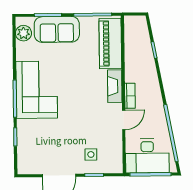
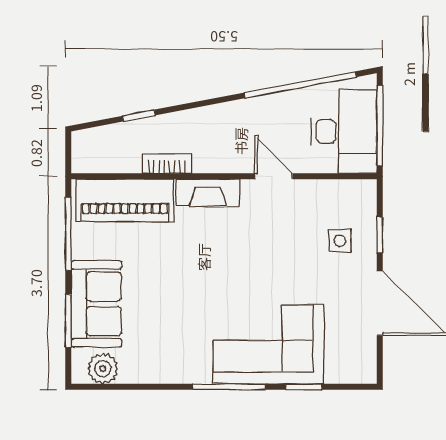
corner sofa: (37, 90) -> (269, 344), moved
bookcase: (130, 96) -> (167, 164), moved

